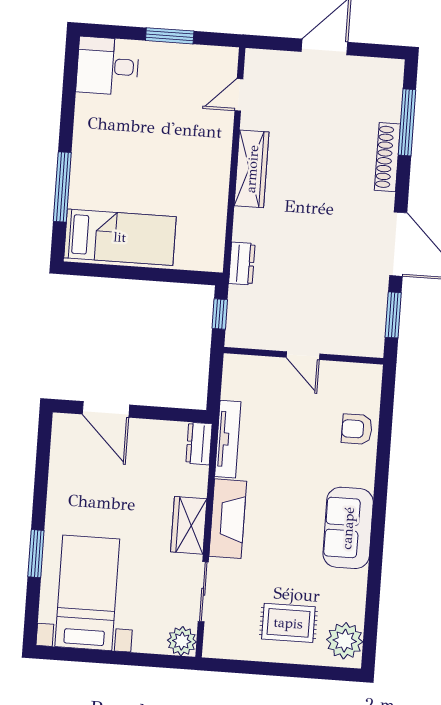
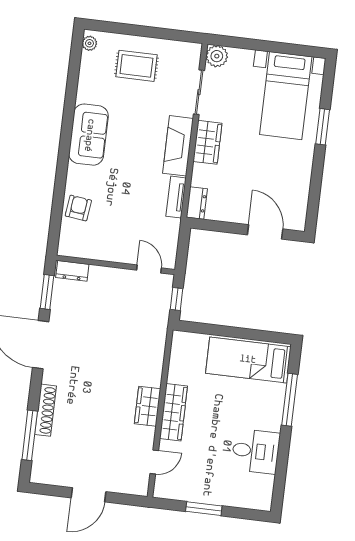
desk: (108, 66) -> (256, 451), moved
wardrobe: (216, 163) -> (173, 412), added
wardrobe: (252, 169) -> (147, 406), width x0.67
dresser: (242, 264) -> (72, 271), moved, turned -90
door: (303, 356) -> (149, 269), moved
armchair: (357, 429) -> (78, 208), turned -83
tv unit: (228, 439) -> (176, 197), width x0.71
plant: (345, 641) -> (89, 43), width x0.53, depth x0.53

